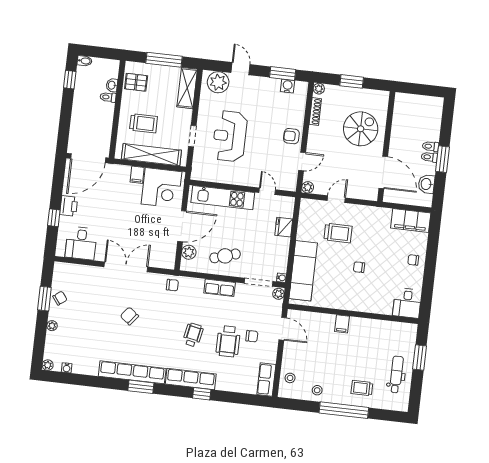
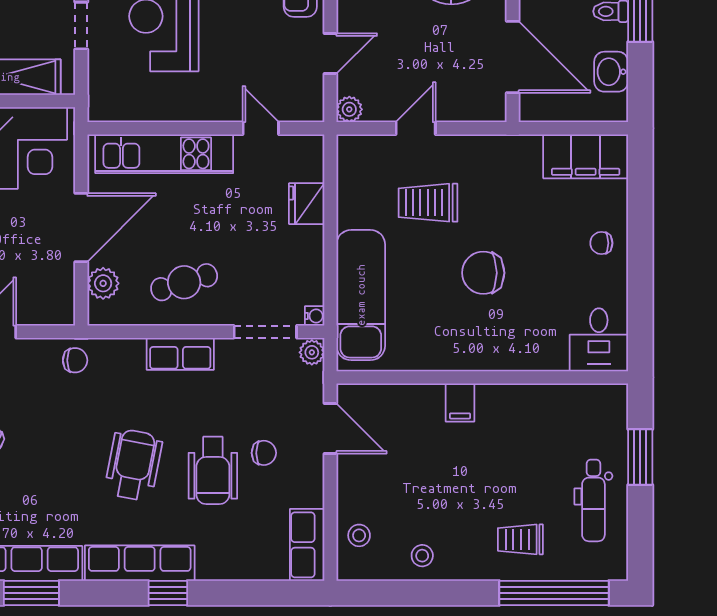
trolley: (338, 233) -> (428, 203), turned 180
chair: (359, 267) -> (483, 273), width x1.87, depth x1.87
wheelchair: (193, 335) -> (133, 465), width x1.36, depth x1.37
dental chair: (396, 374) -> (593, 500), turned 180
window: (344, 410) -> (554, 593), moved

